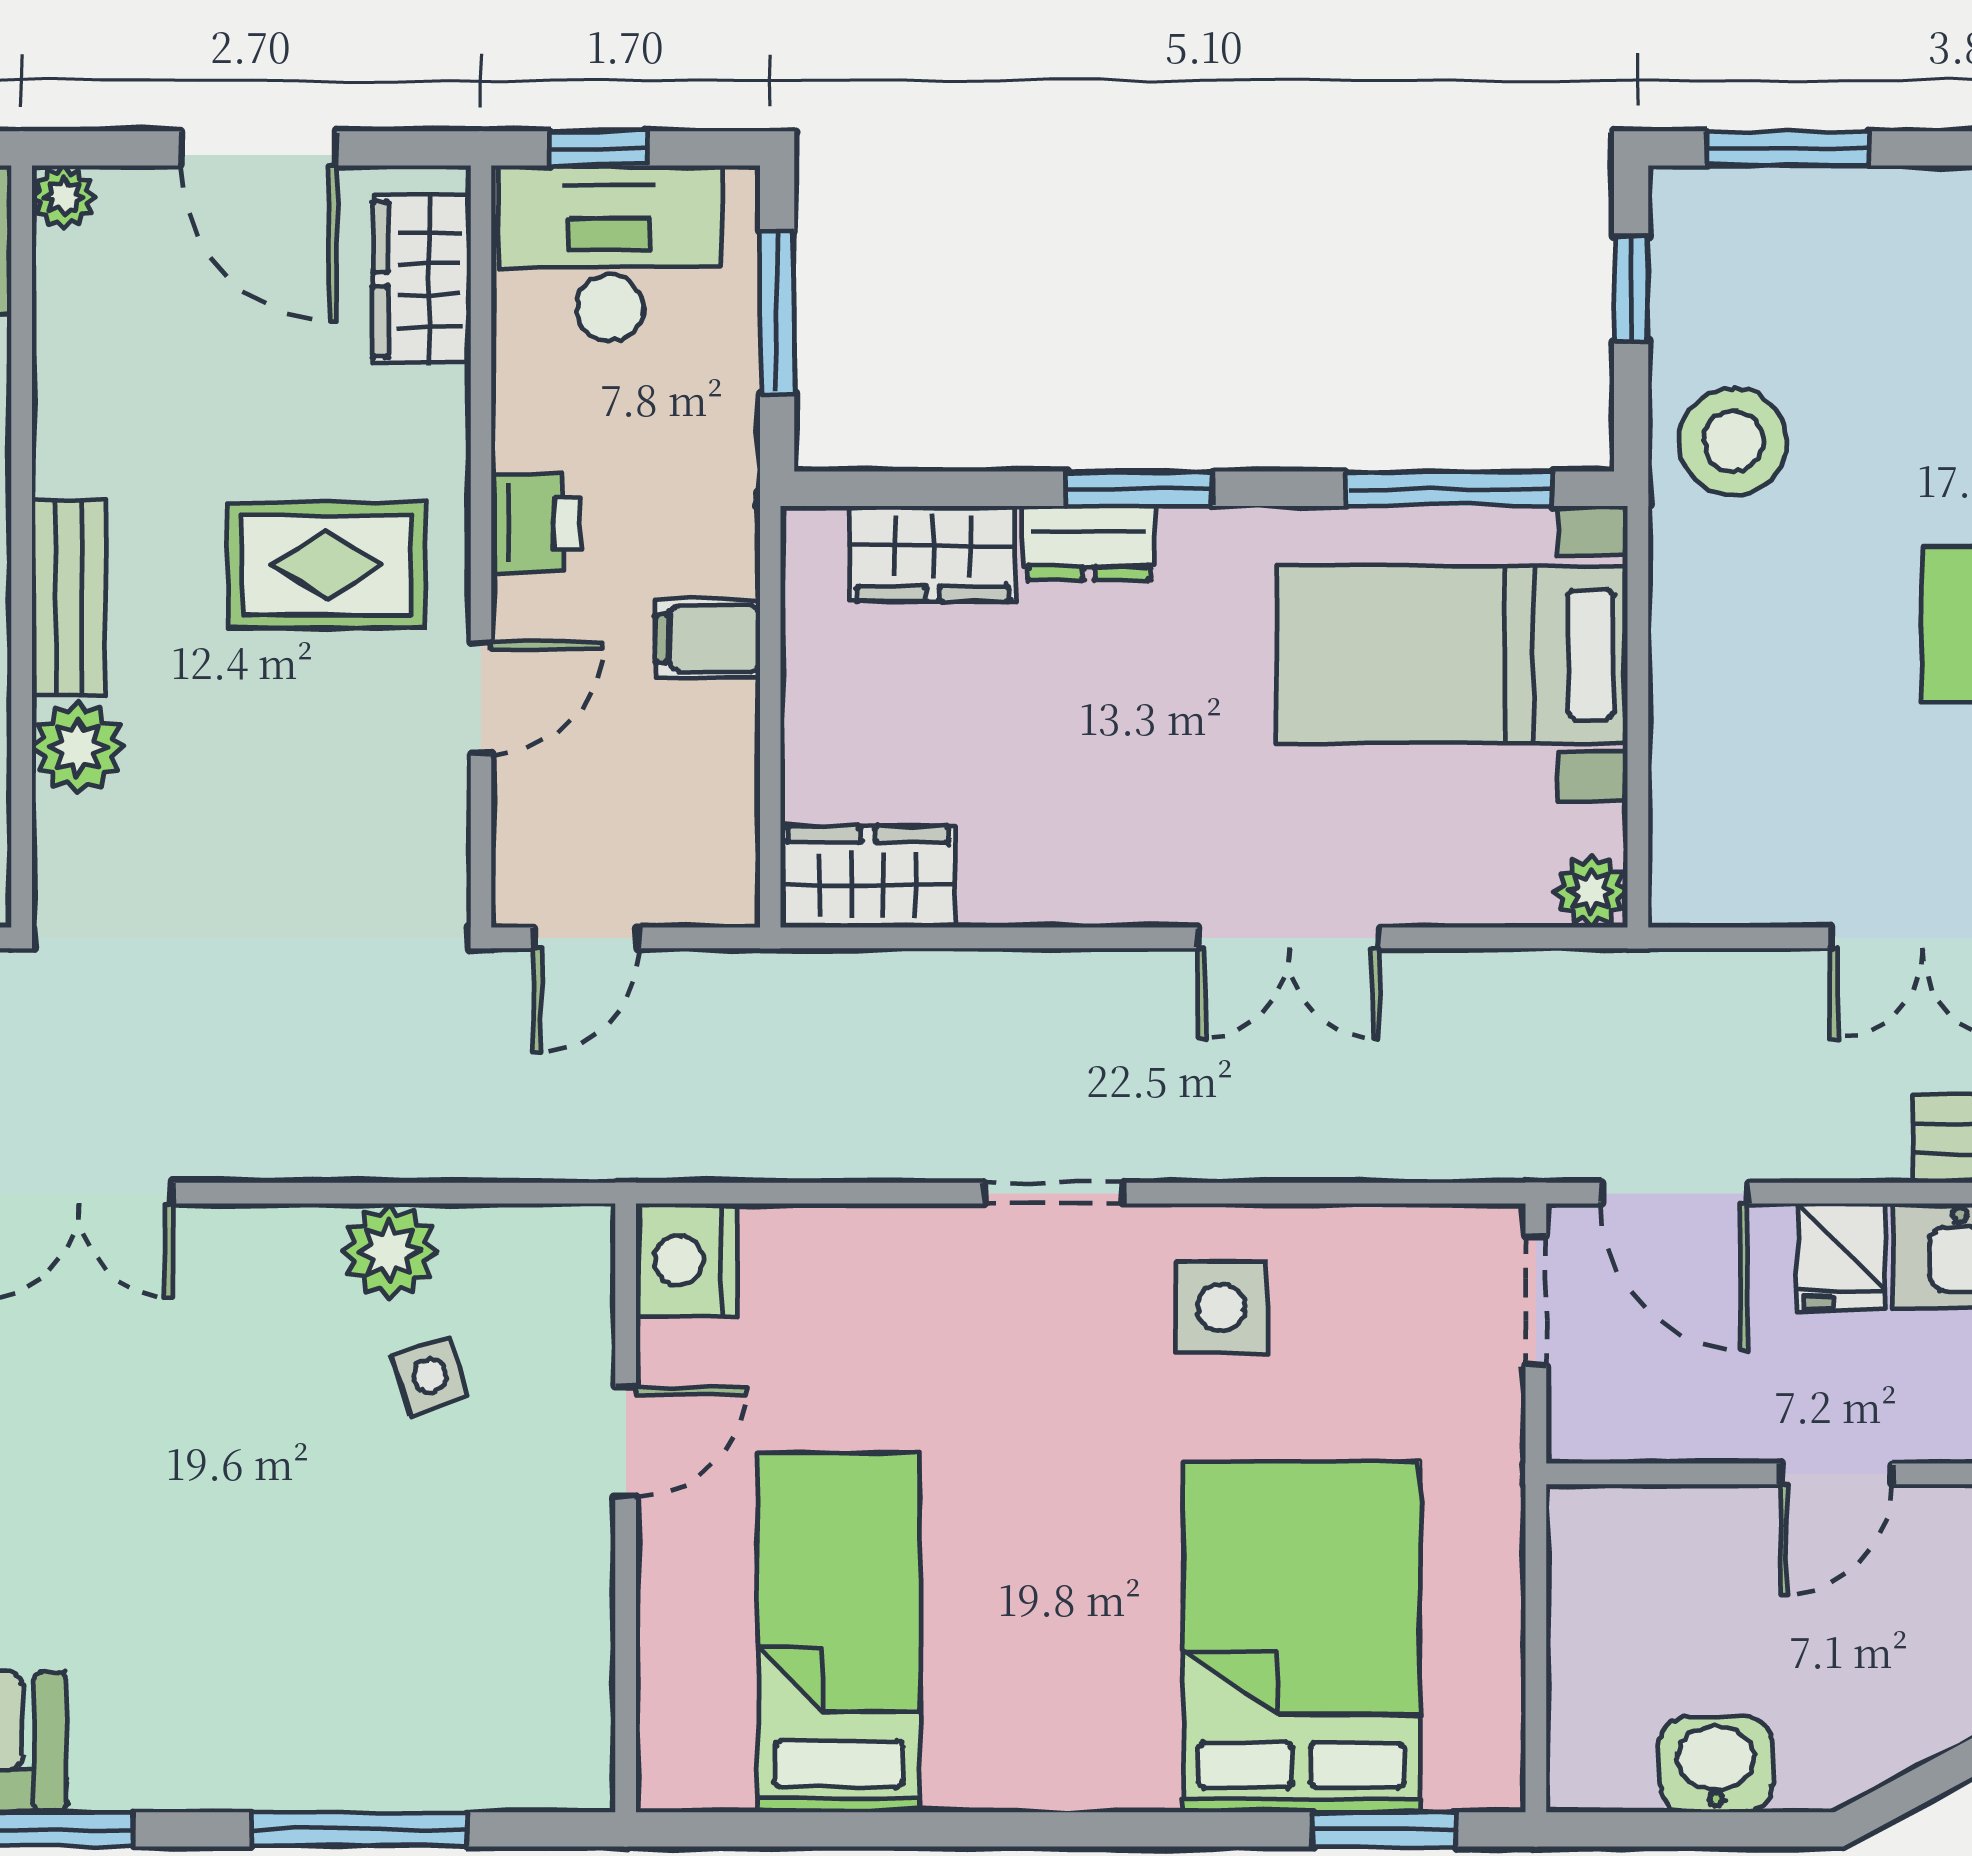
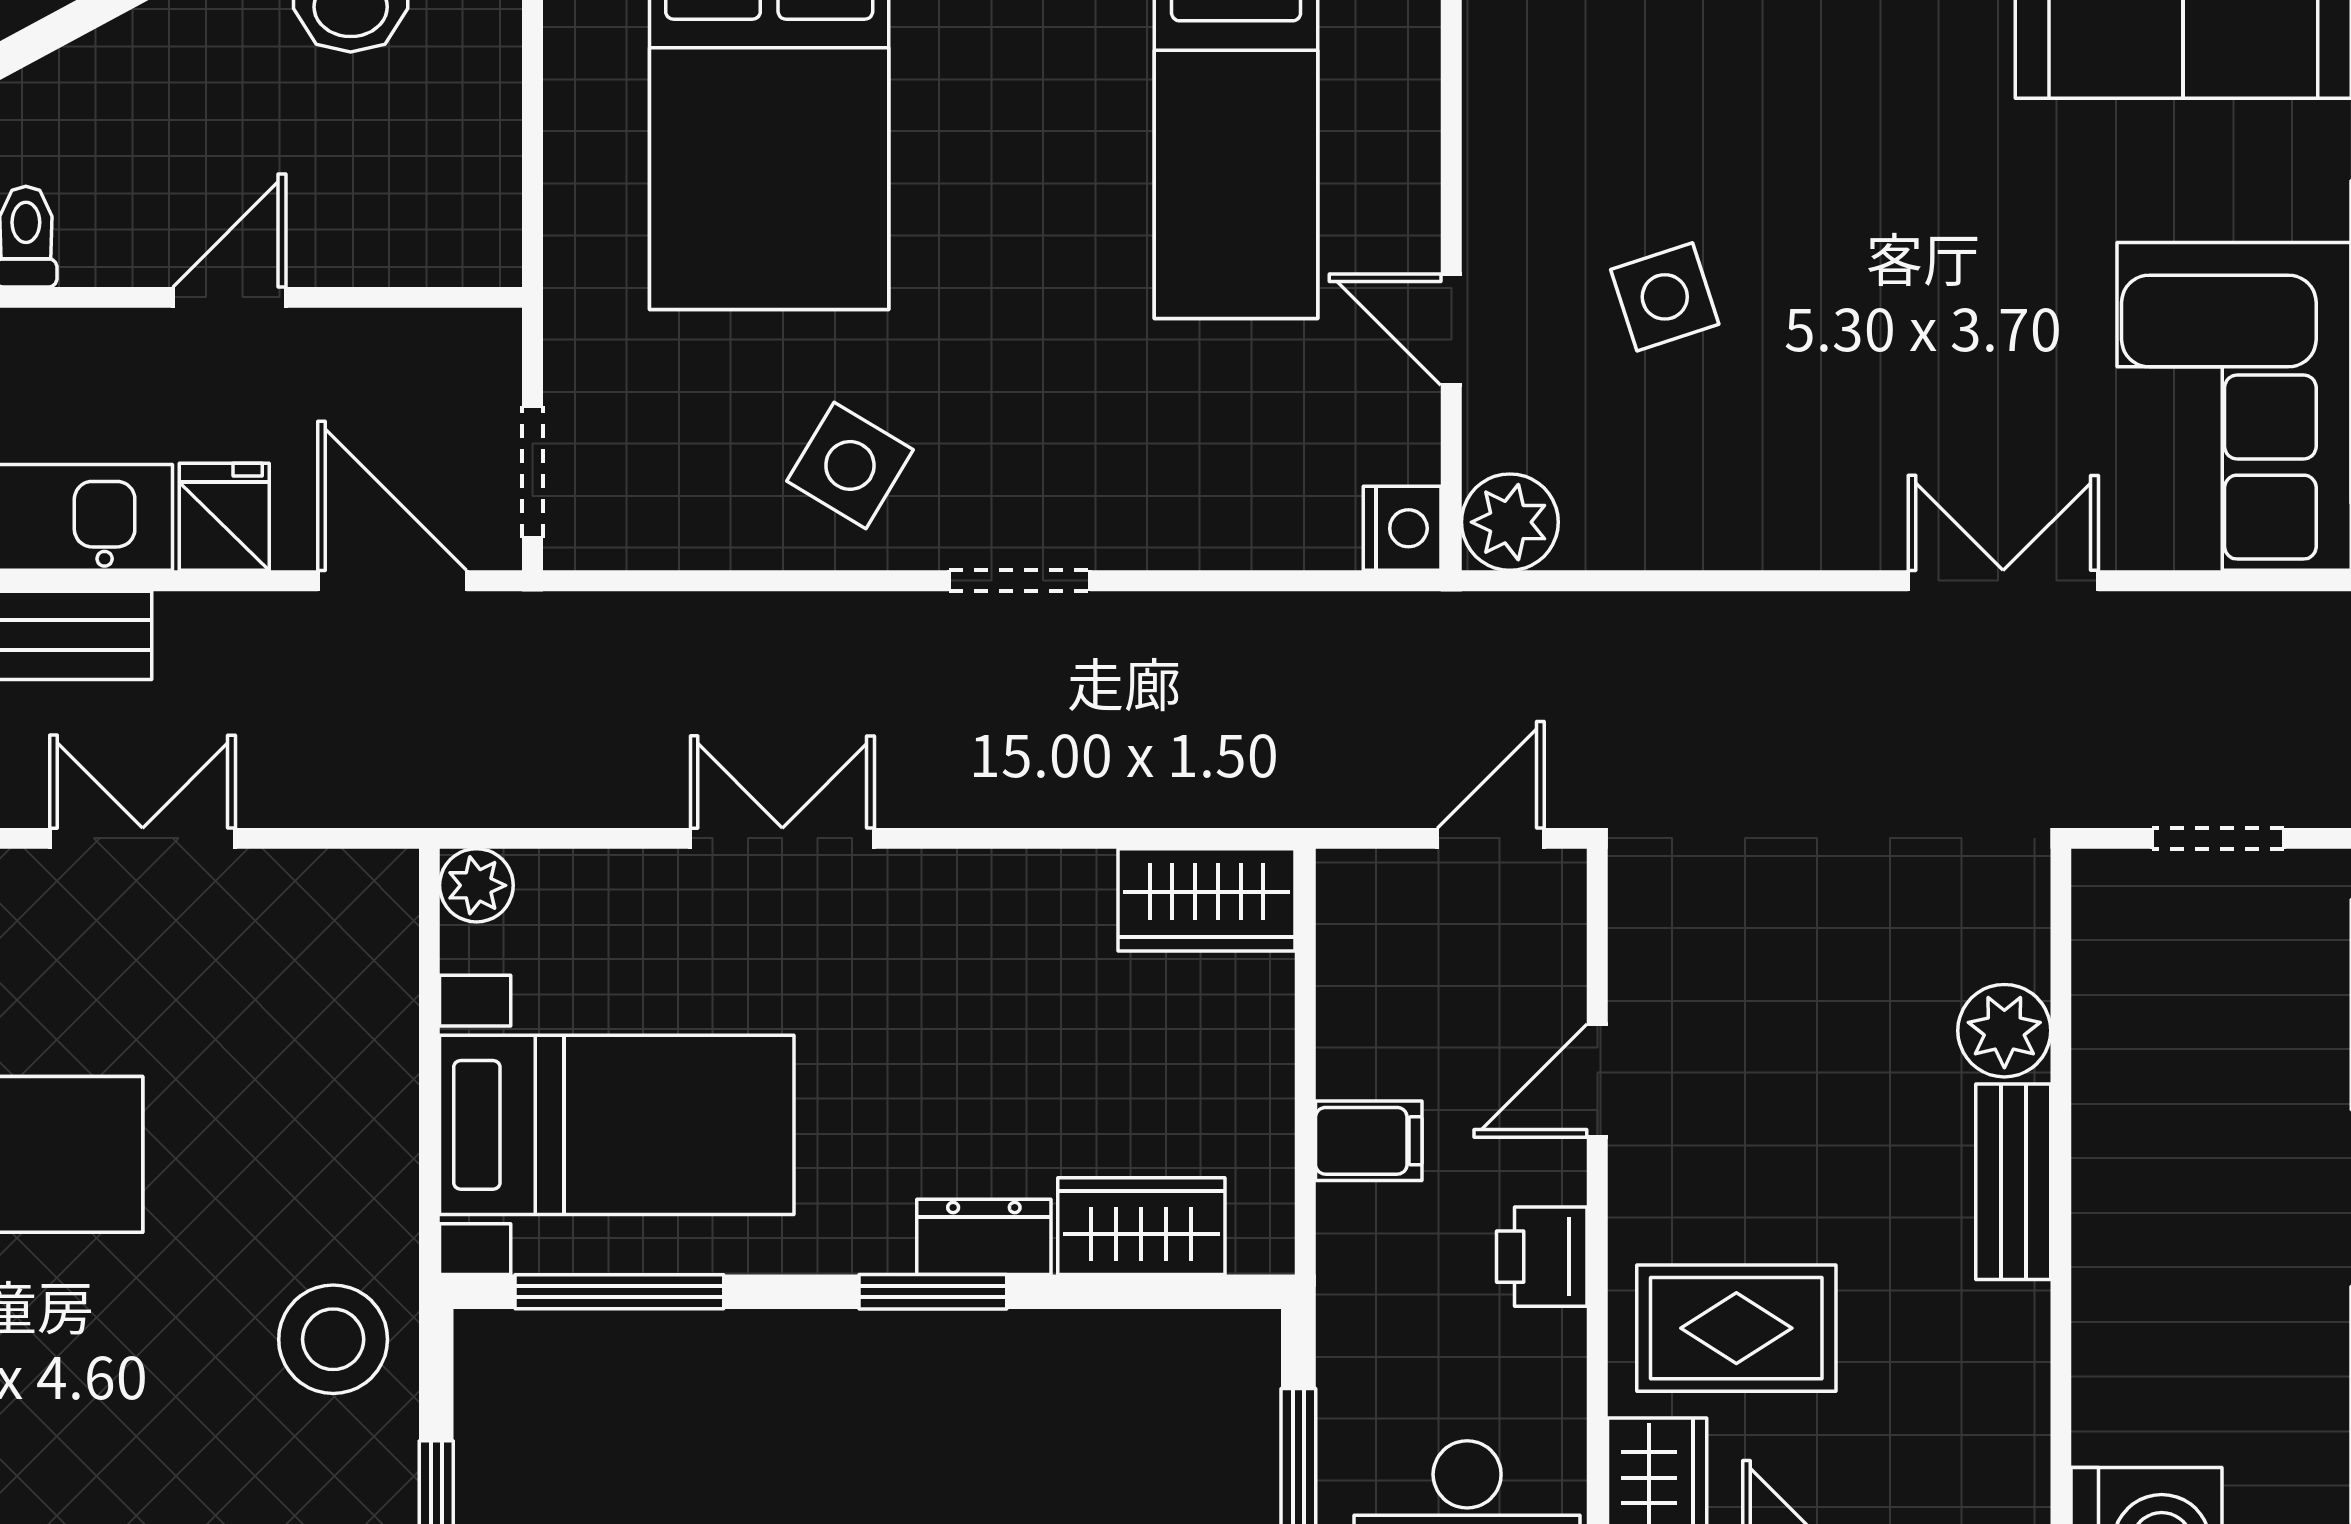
rug: (327, 565) -> (1736, 1328), moved
plant: (390, 1251) -> (1510, 522), moved
nightstand: (687, 1260) -> (1402, 528), width x0.74, depth x0.75
side table: (1221, 1307) -> (850, 465), turned 31
side table: (430, 1376) -> (1665, 297), moved, width x1.37, depth x1.37
door: (626, 1442) -> (1451, 330), hinge flipped

